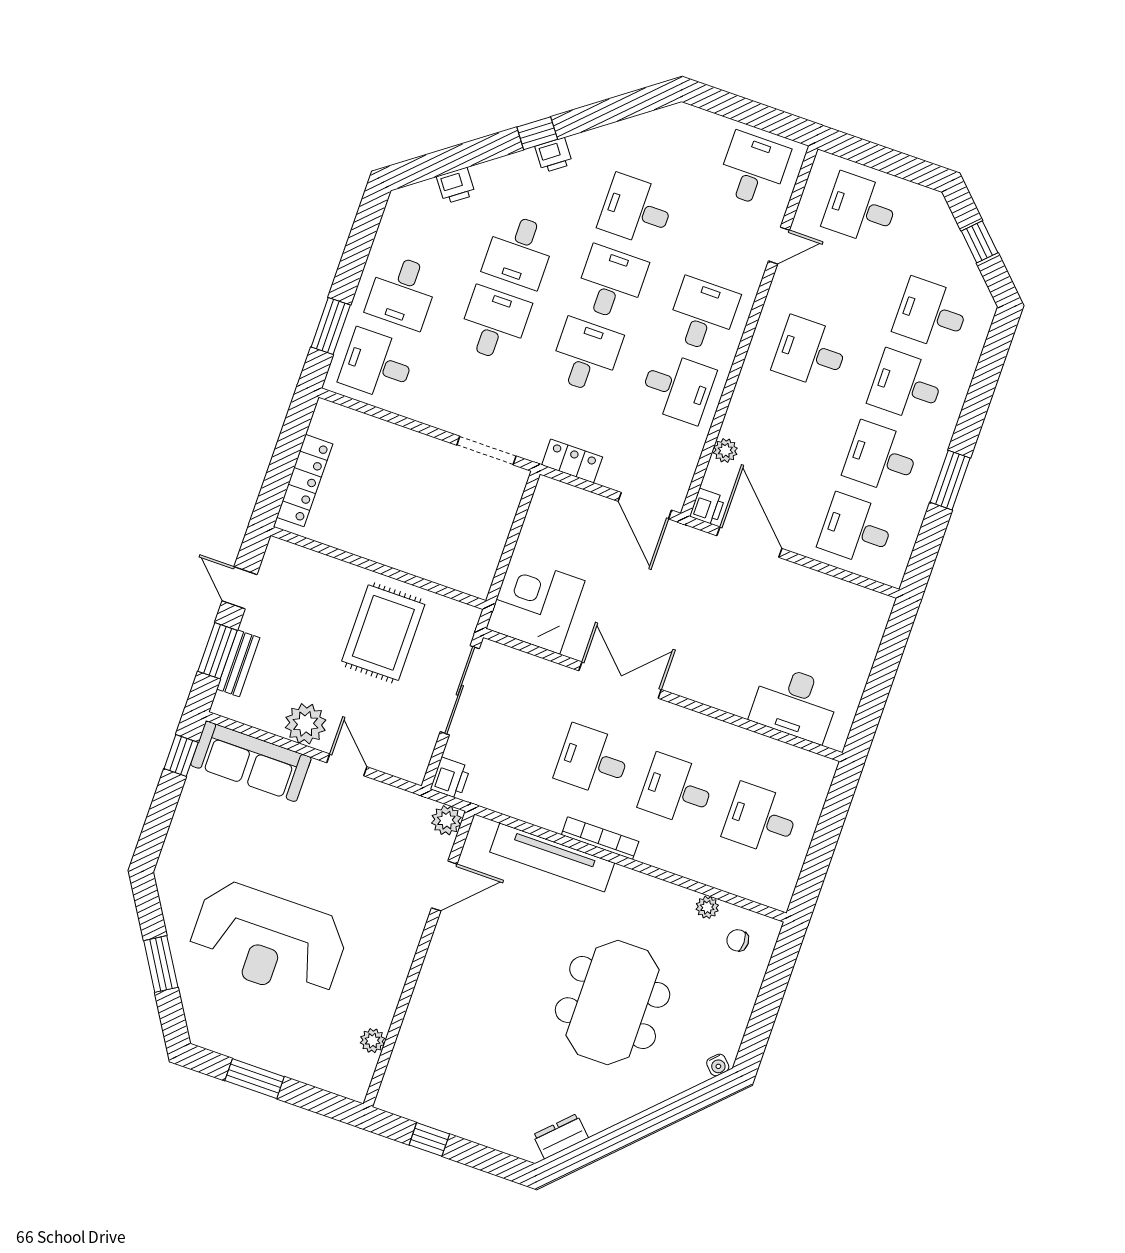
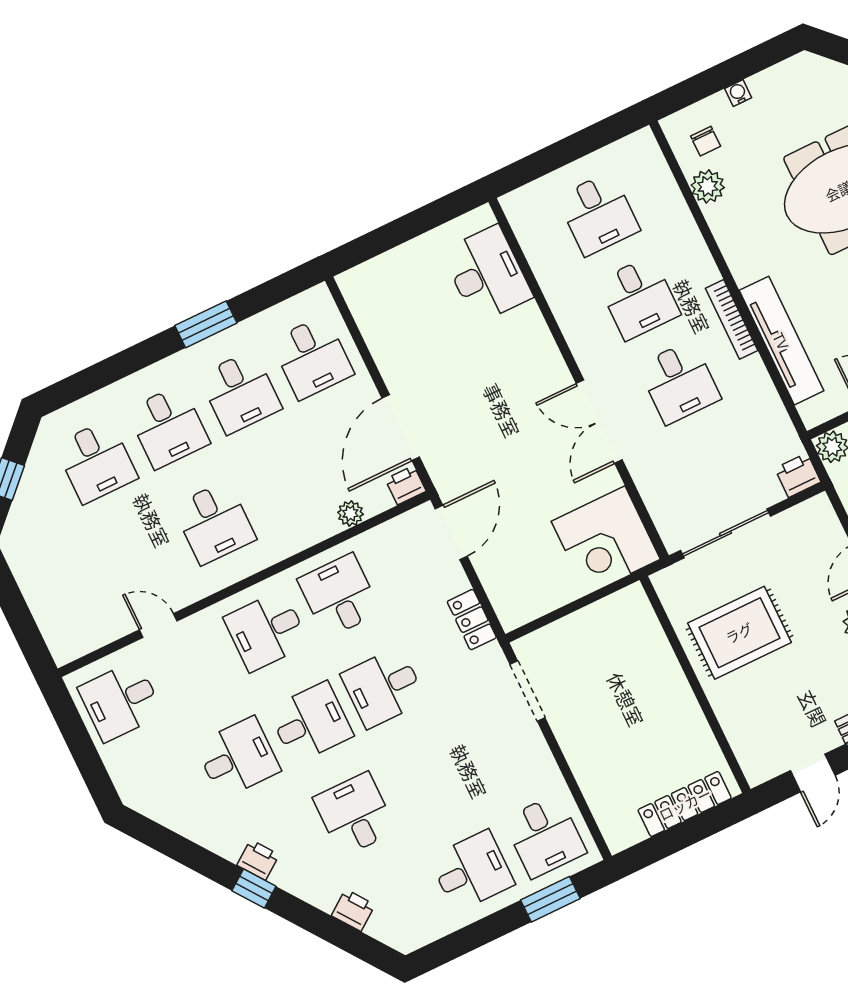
desk: (861, 209) -> (70, 592), removed
desk: (636, 210) -> (238, 758), turned -90
desk: (519, 251) -> (355, 814), turned -90
desk: (611, 283) -> (311, 723), turned 180
desk: (494, 324) -> (428, 779), removed
plant: (707, 907) -> (708, 186), width x1.38, depth x1.38
water cooler: (718, 1065) -> (738, 93), moved, turned -45

